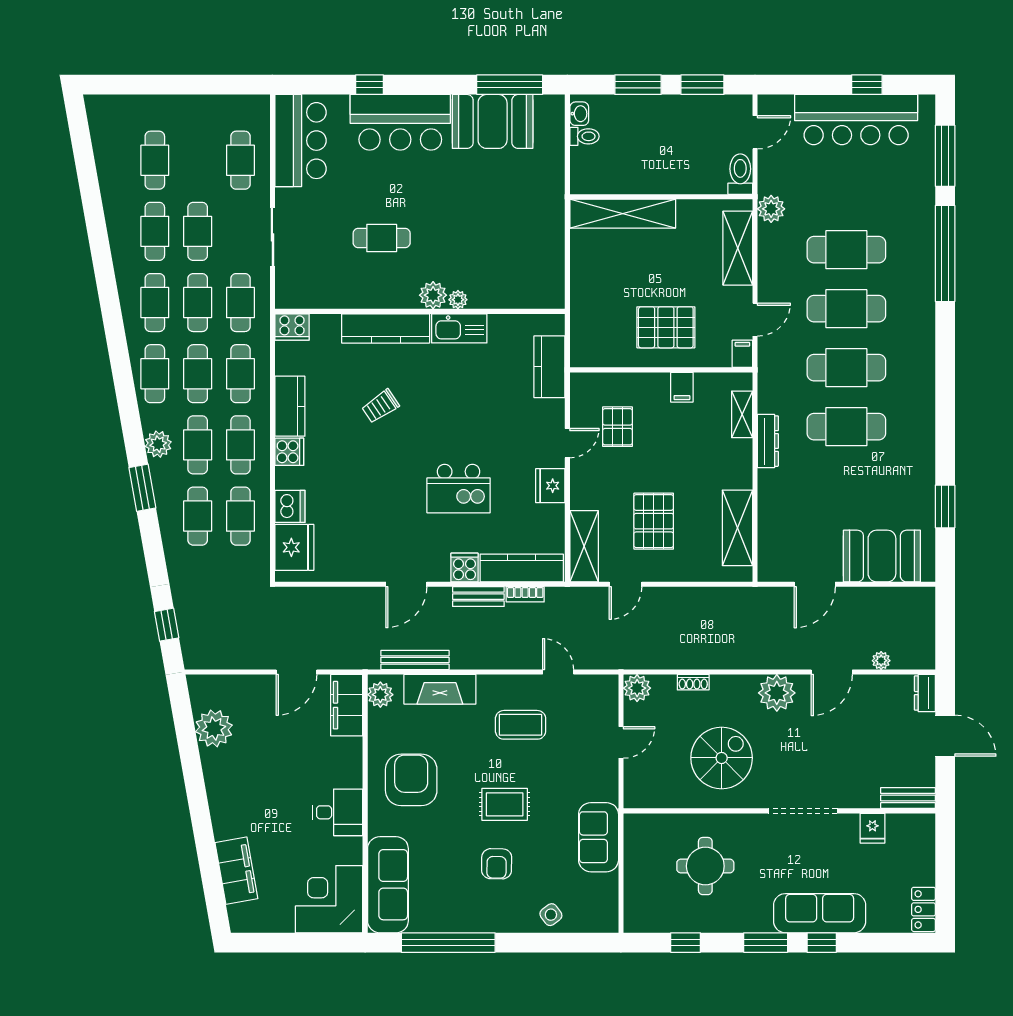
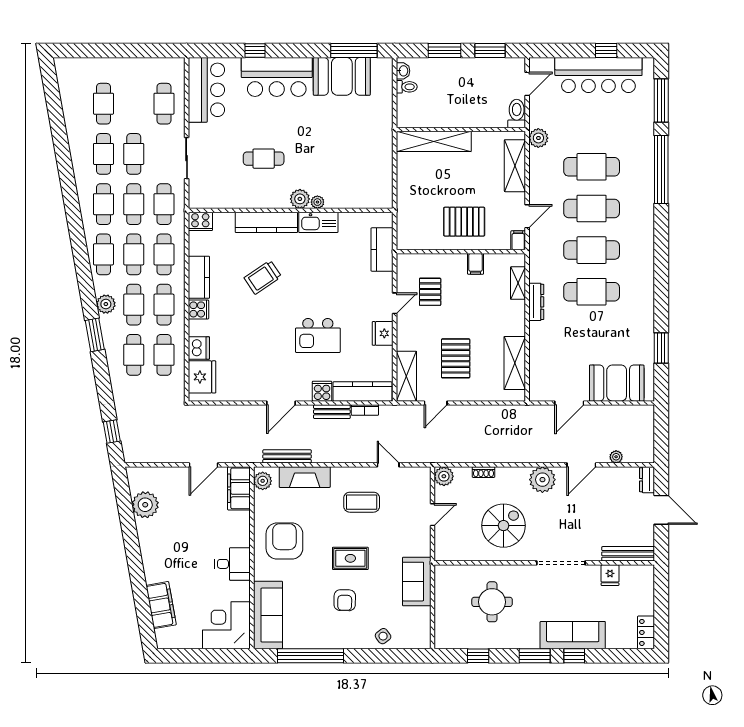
trolley: (380, 406) -> (263, 277), width x1.36, depth x1.39
bench: (908, 798) -> (628, 554), width x1.36

